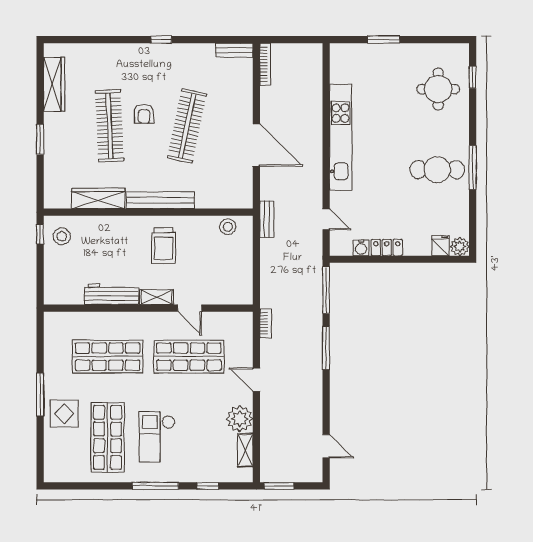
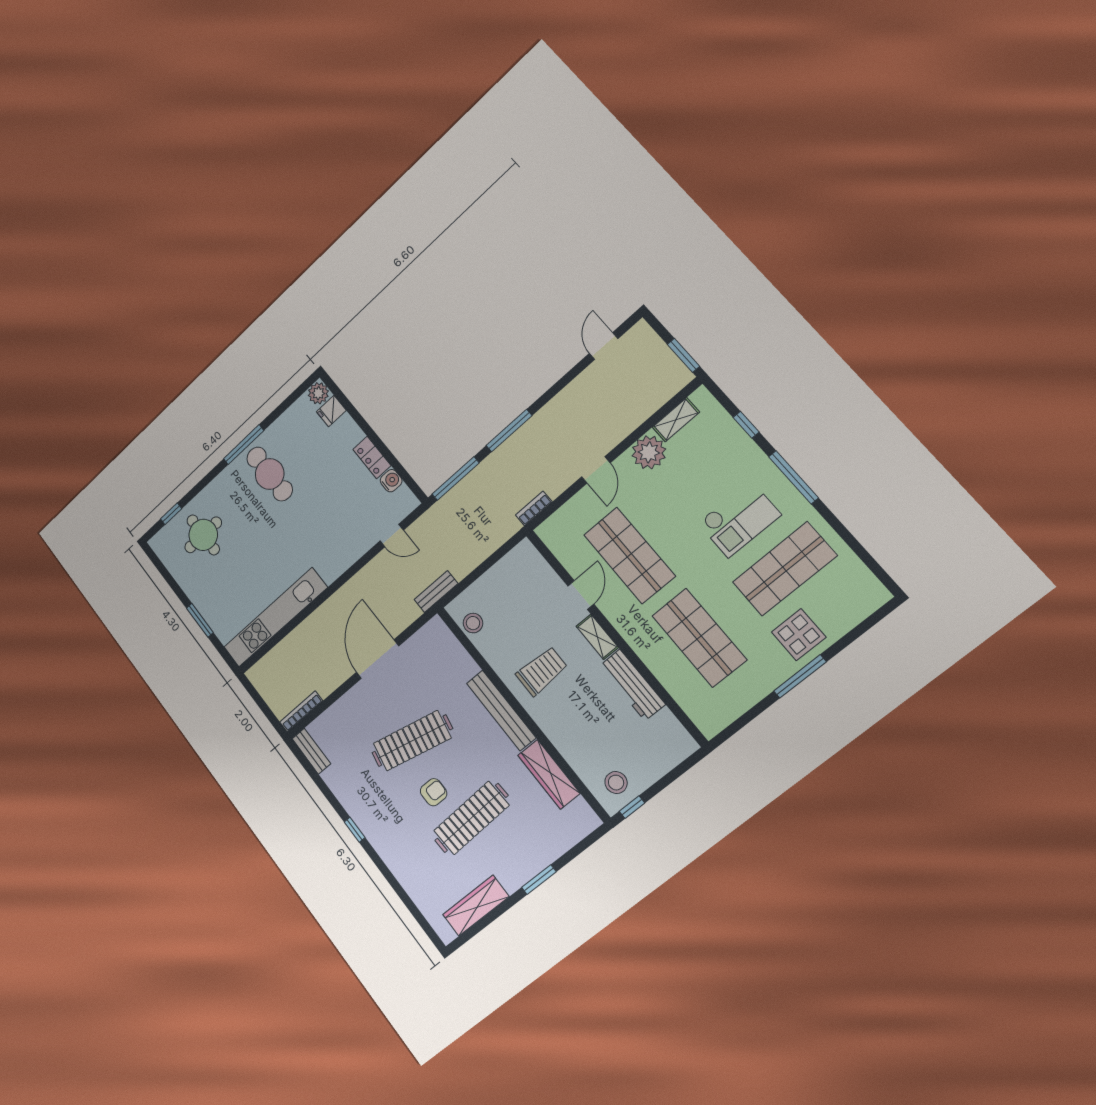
kitchen unit: (341, 137) -> (275, 617), moved
door: (326, 219) -> (392, 536), swing flipped

